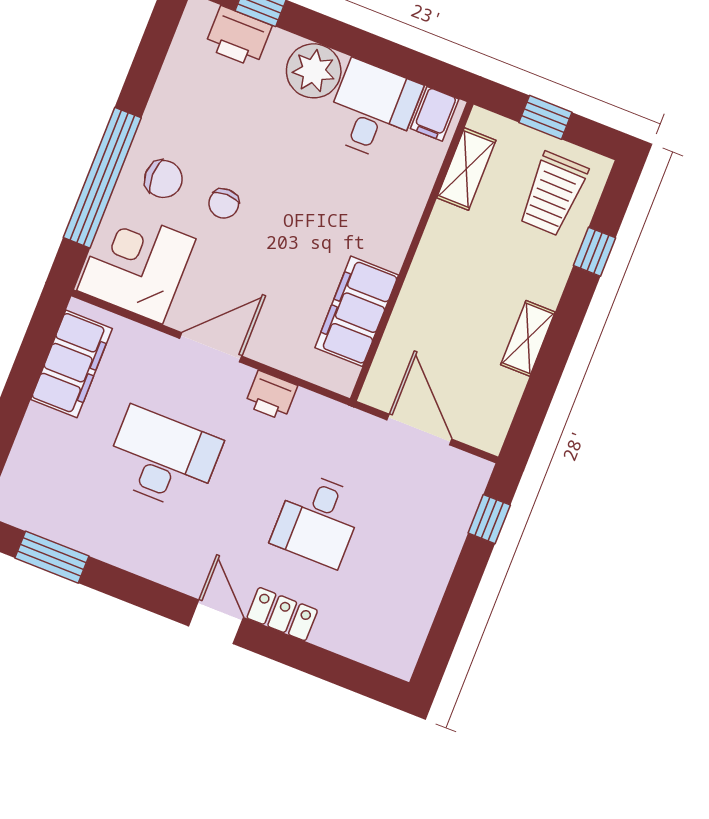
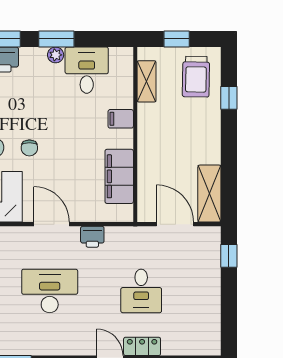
window: (342, 37) -> (56, 39), added
plant: (314, 71) -> (56, 55), width x0.53, depth x0.53
filing cabinet: (435, 114) -> (121, 119), moved, turned 90
shelving: (528, 338) -> (209, 194), moved, width x1.50, depth x1.33
door: (211, 347) -> (52, 224), hinge flipped

